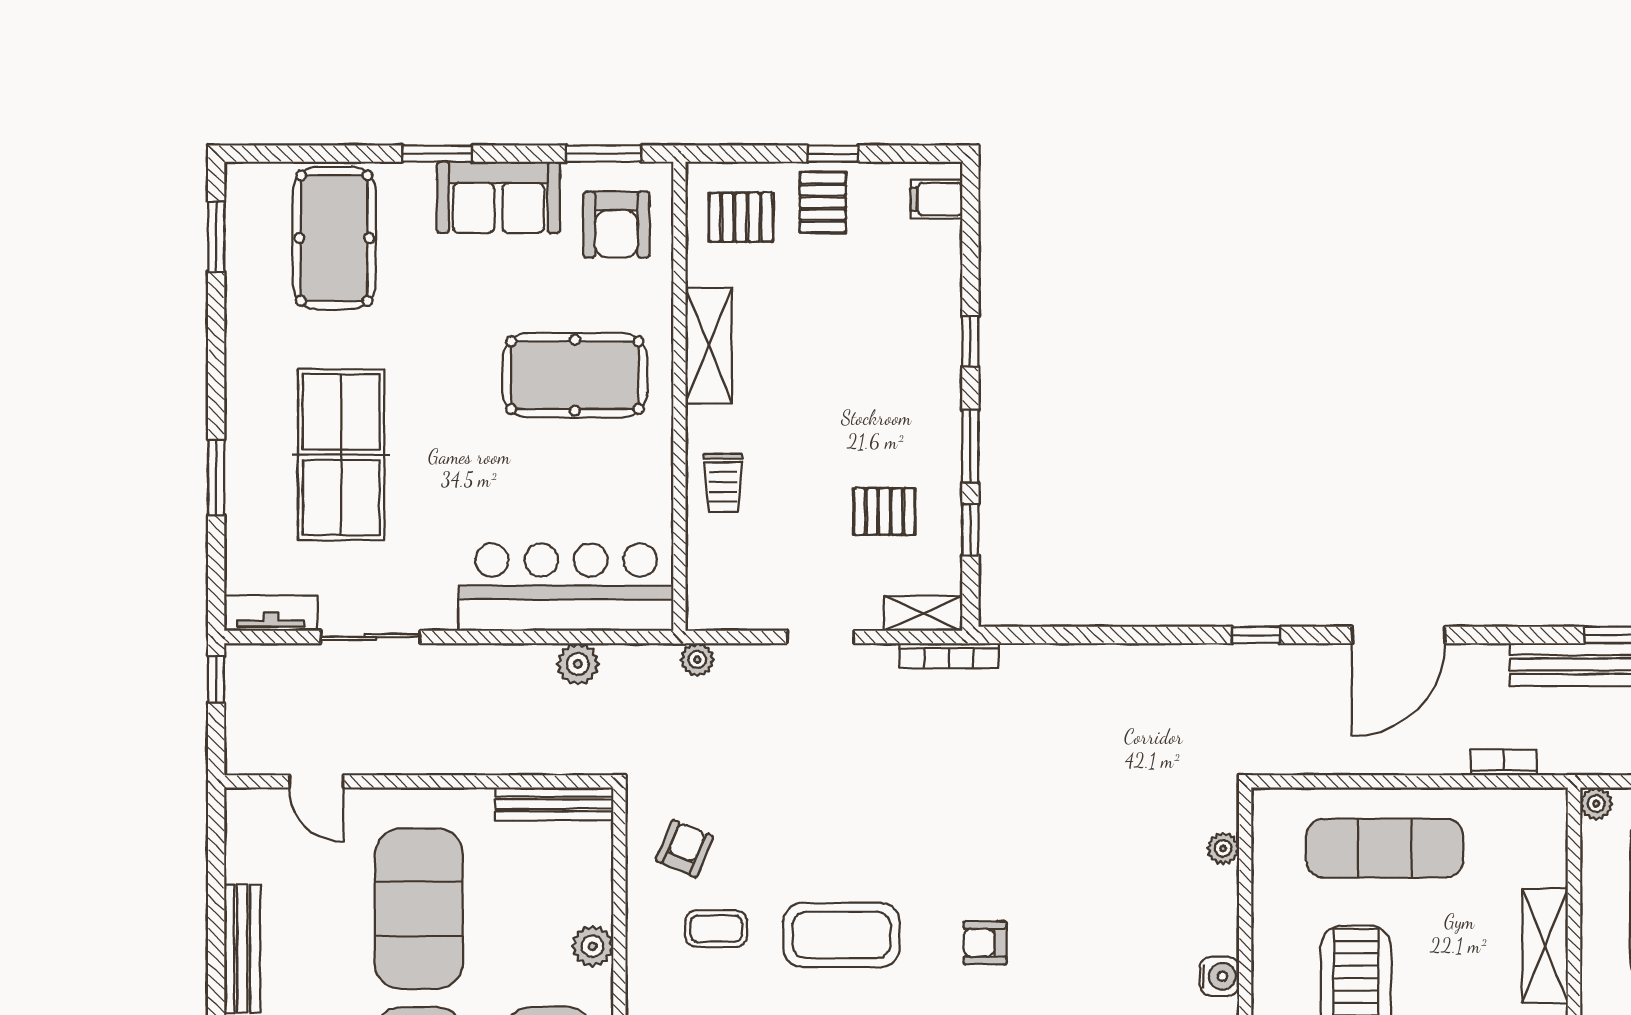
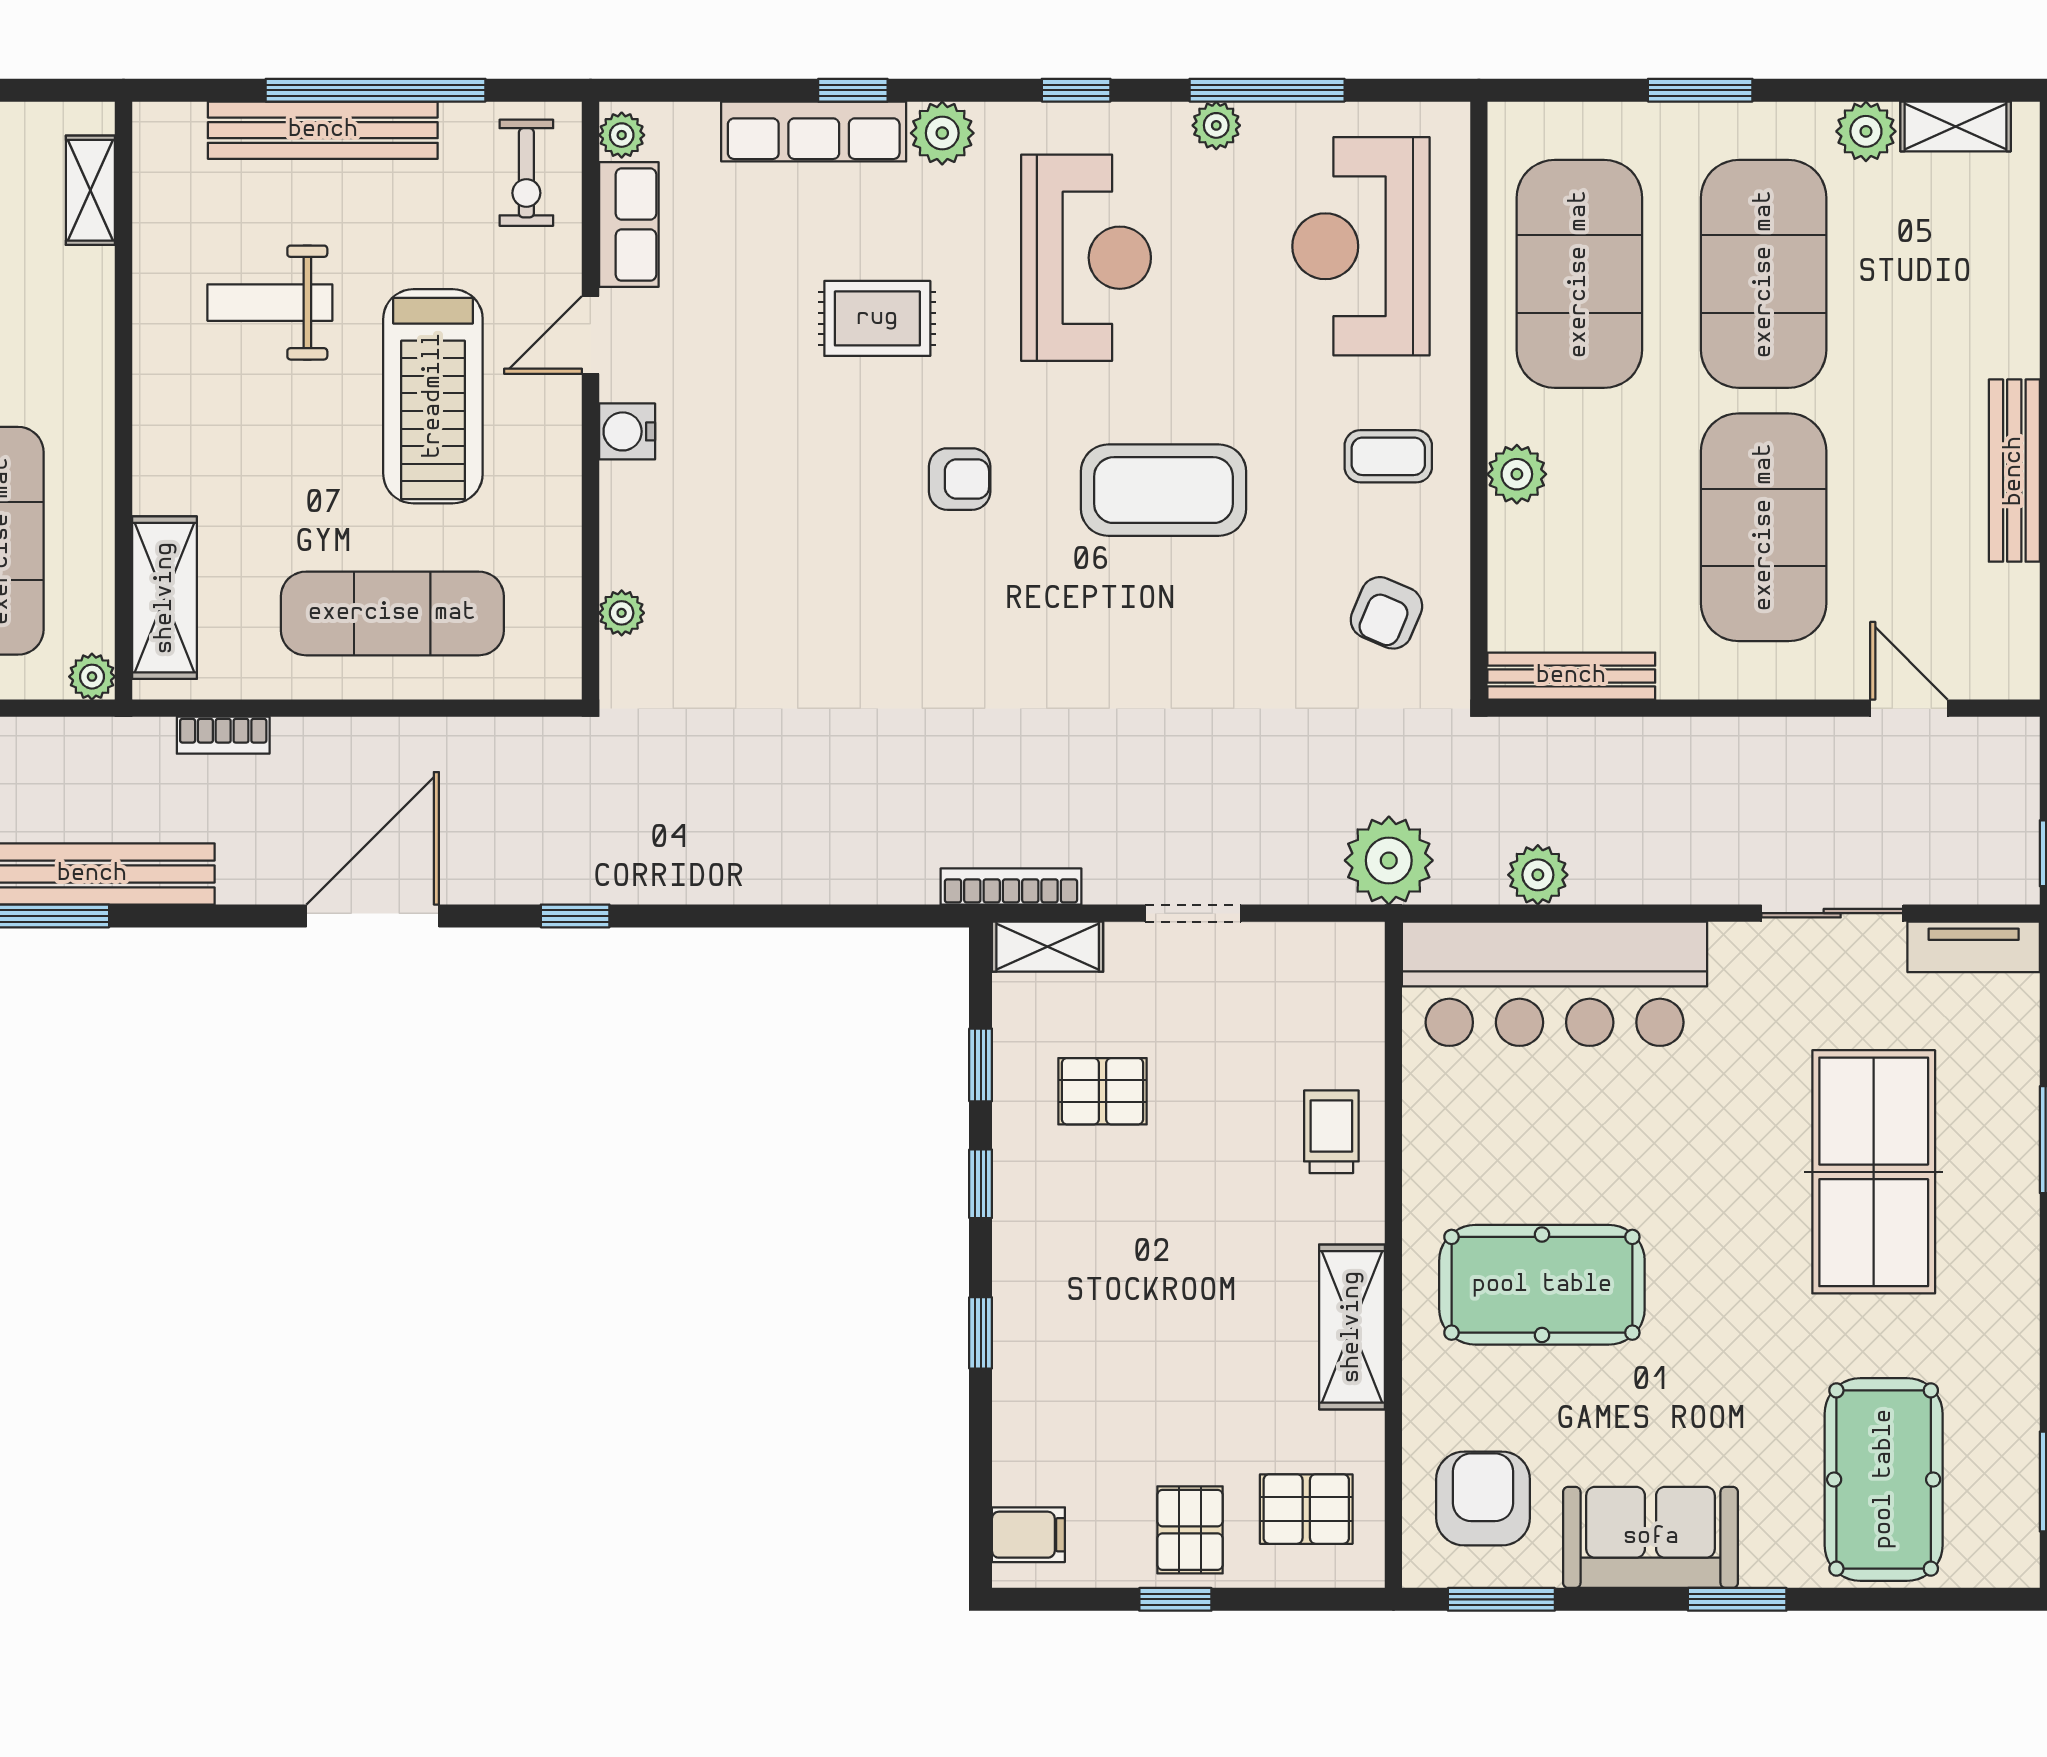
window: (970, 446) -> (981, 1184), width x0.67
plant: (697, 660) -> (1389, 860), width x1.87, depth x1.87
coffee table: (716, 929) -> (1388, 456), moved
shelving: (1545, 946) -> (165, 598), moved

